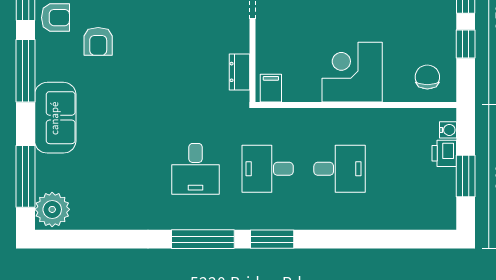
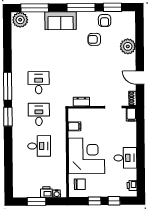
corner desk: (352, 72) -> (86, 156), width x1.36, depth x1.36
filing cabinet: (271, 88) -> (74, 126), moved
desk: (196, 169) -> (39, 83), turned 90
desk: (340, 169) -> (39, 146), turned -90

